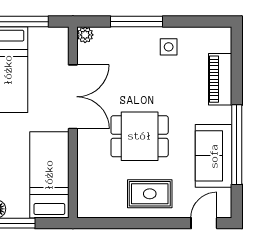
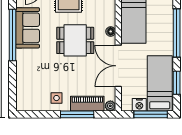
nightstand: (40, 36) -> (139, 105), added
piano: (220, 79) -> (87, 104), moved, turned -90
floor lamp: (85, 150) -> (111, 31), added

